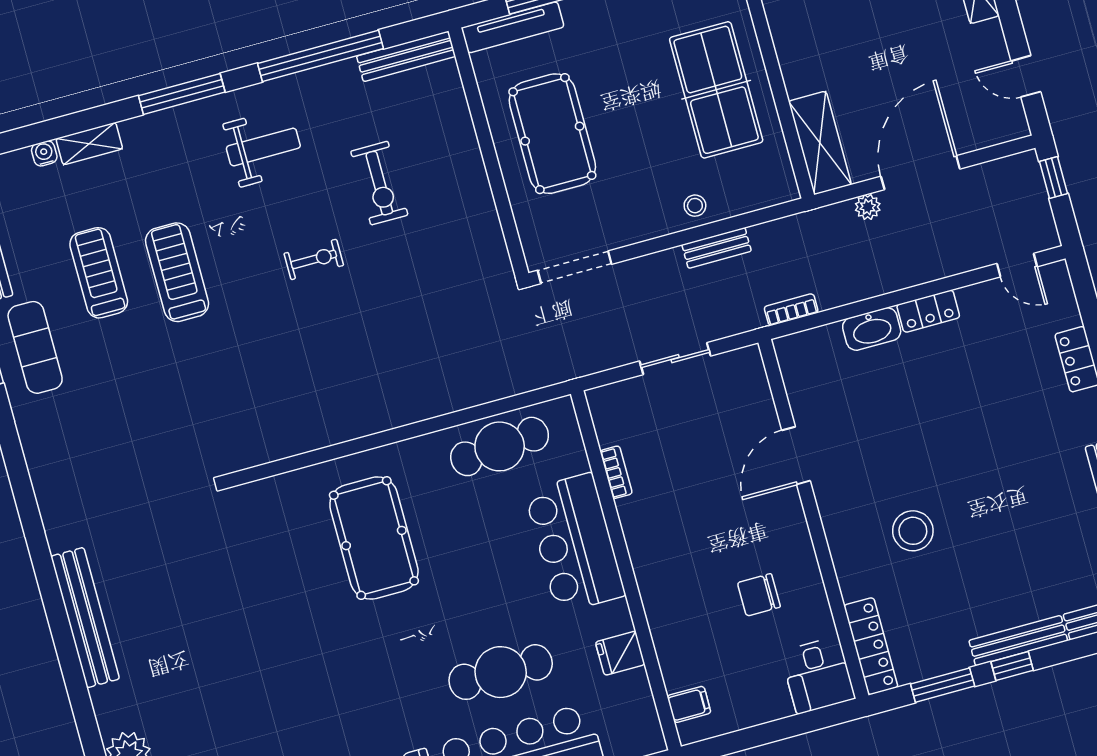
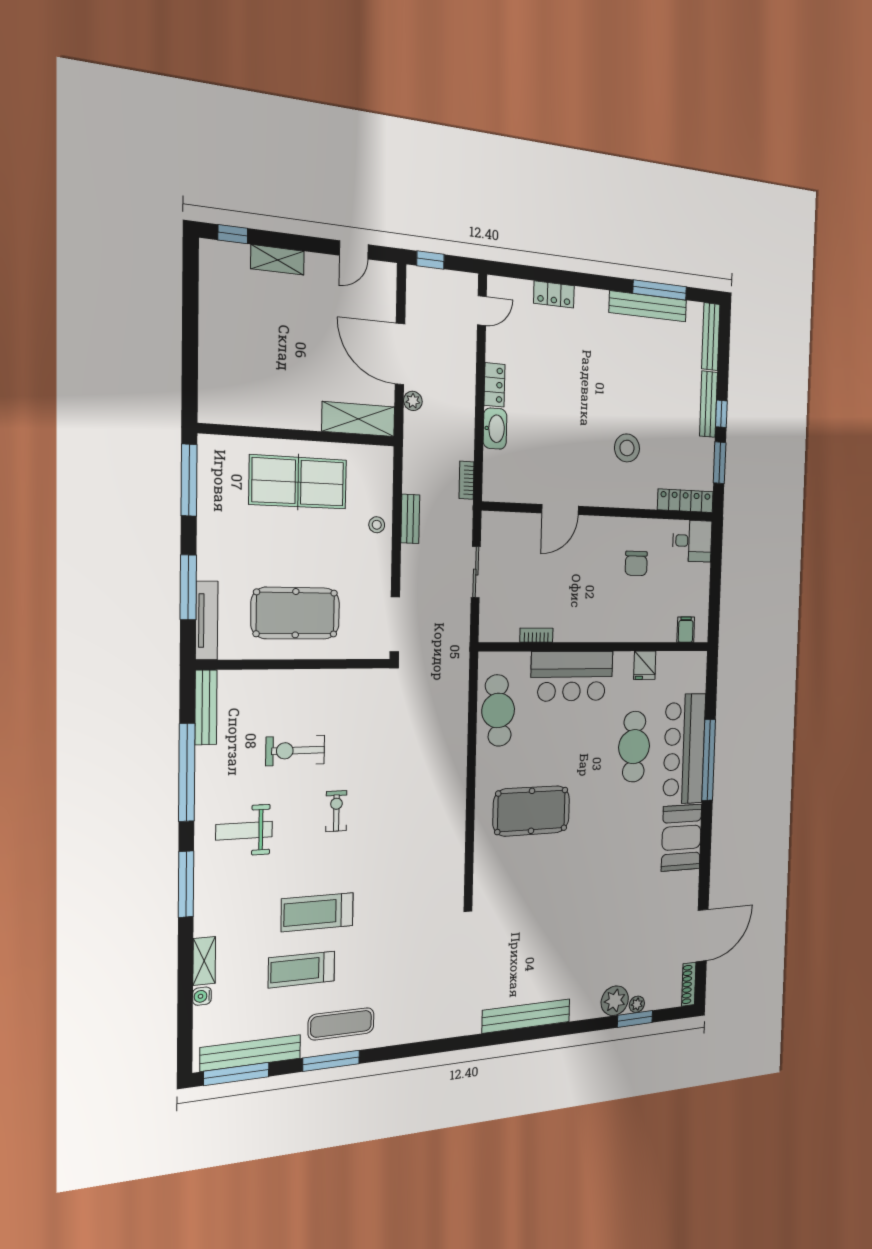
weight bench: (263, 147) -> (244, 831), turned -90
exercise bike: (379, 183) -> (295, 750), turned 180
door: (796, 456) -> (560, 510), hinge flipped

